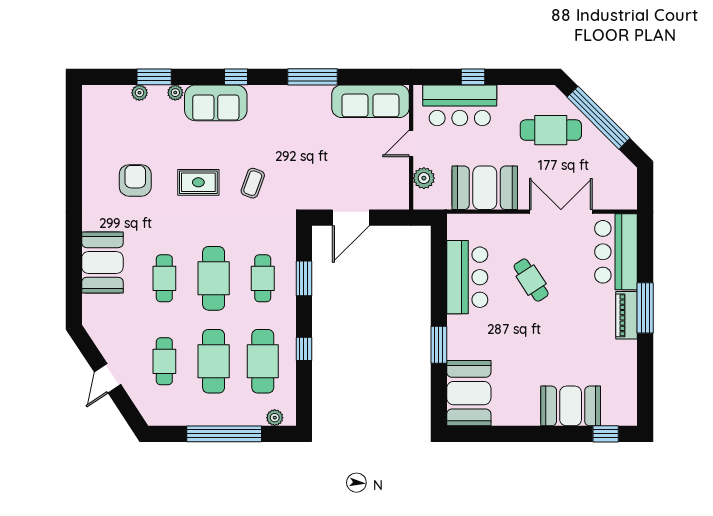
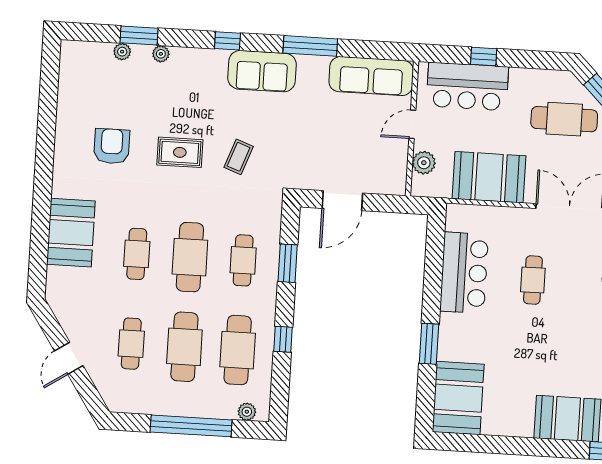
sofa: (216, 103) -> (262, 71), moved
cafe table: (531, 280) -> (533, 280), turned 33

